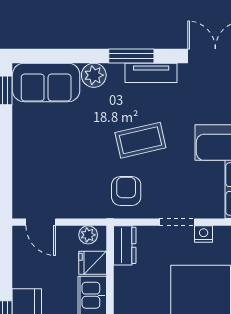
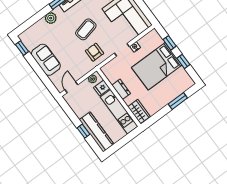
sofa: (46, 82) -> (46, 60), moved, turned -90
door: (41, 222) -> (71, 87), swing flipped
dresser: (125, 245) -> (121, 89), moved

